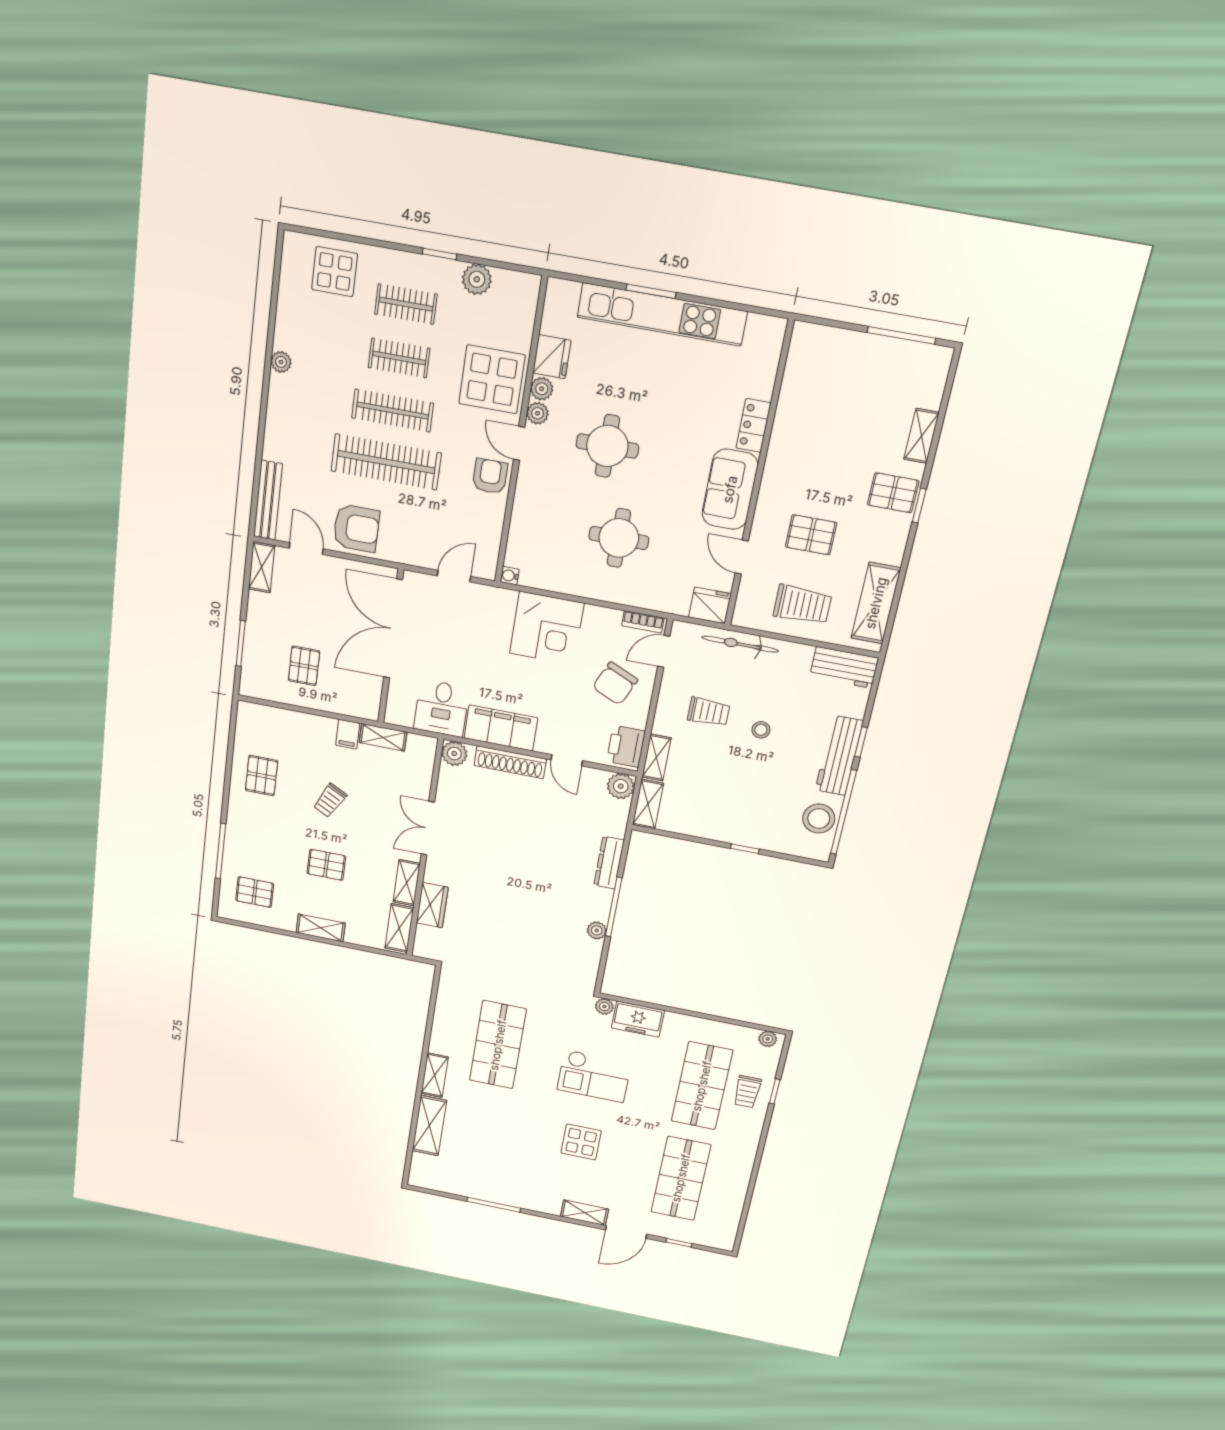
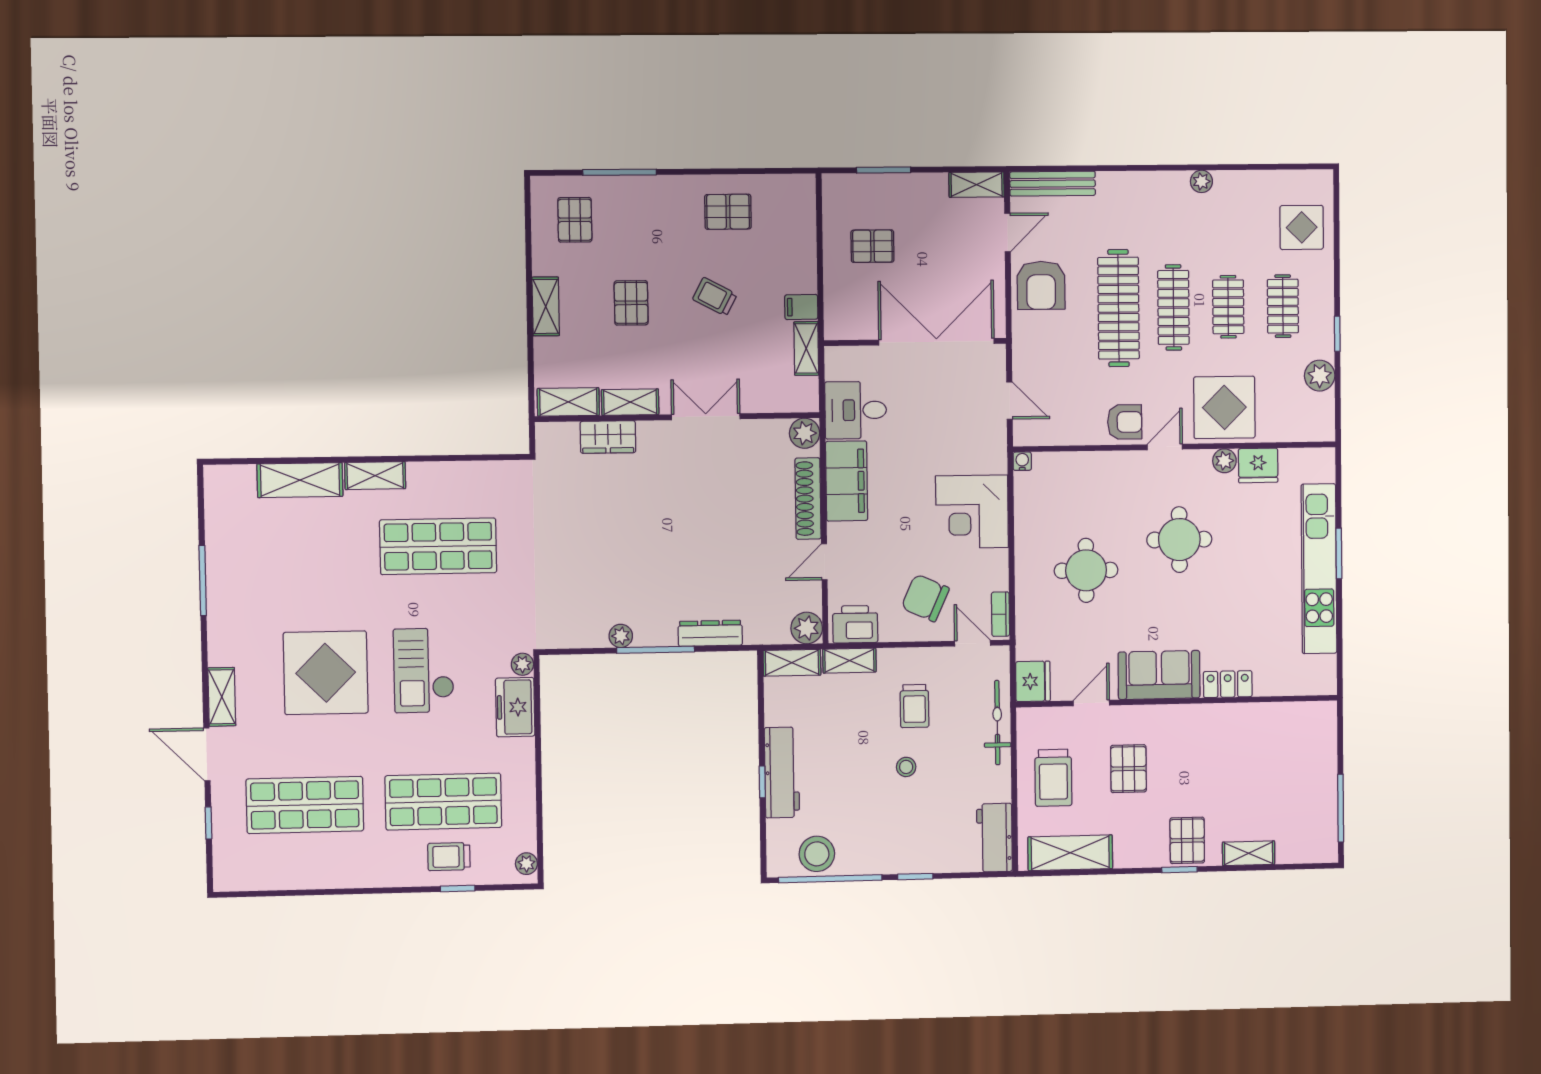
plant: (538, 413) -> (1199, 461), removed
workbench: (839, 756) -> (782, 772), moved, turned 90
display table: (581, 1142) -> (326, 673), width x1.86, depth x1.86

